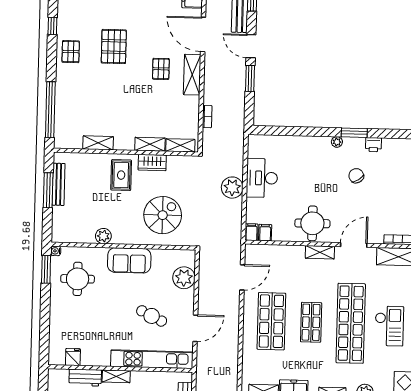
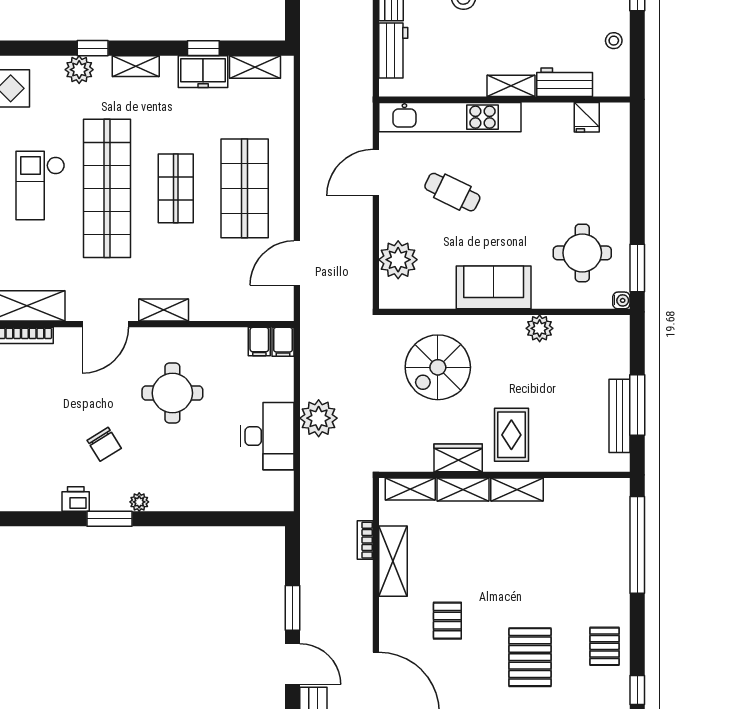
shelving: (192, 75) -> (393, 561), moved
shelving: (98, 143) -> (517, 489), moved
round table: (312, 223) -> (172, 393), moved

